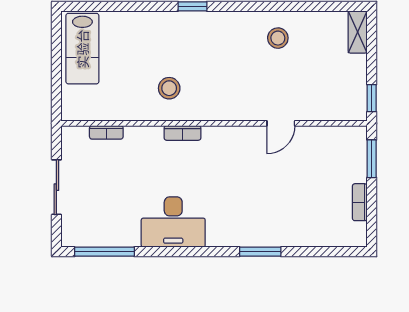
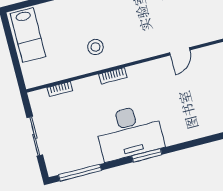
desk: (173, 222) -> (129, 132), width x1.36, depth x1.30
window: (260, 252) -> (147, 155), moved

